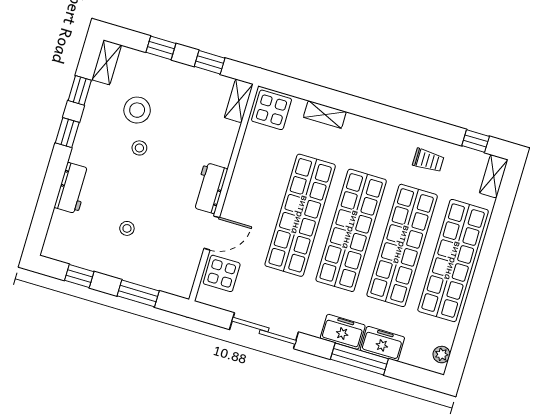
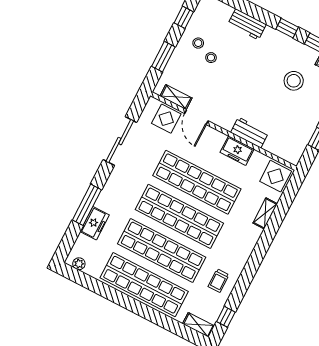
shelving: (239, 101) -> (176, 97), moved
stool: (139, 148) -> (198, 43), moved
workbench: (210, 188) -> (250, 133), moved
freezer: (343, 332) -> (237, 151), moved, turned 90

